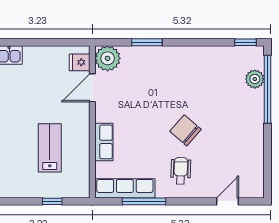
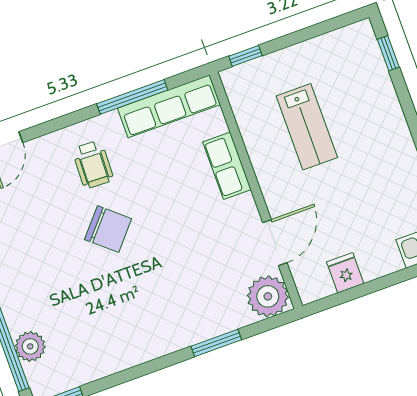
fridge: (80, 62) -> (345, 273), moved, turned -90
window: (52, 201) -> (245, 56), moved

